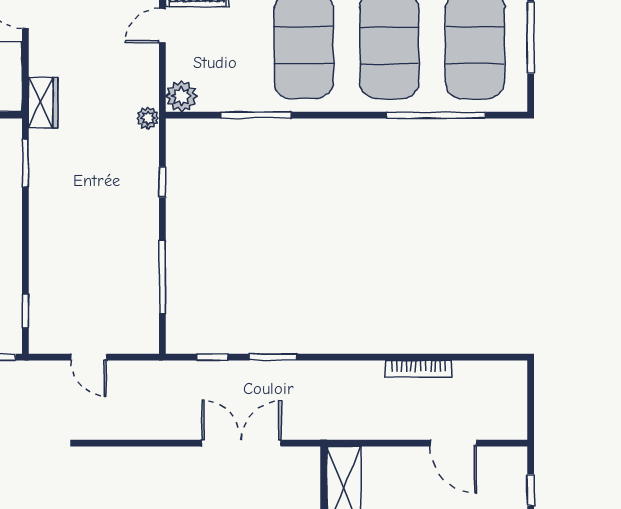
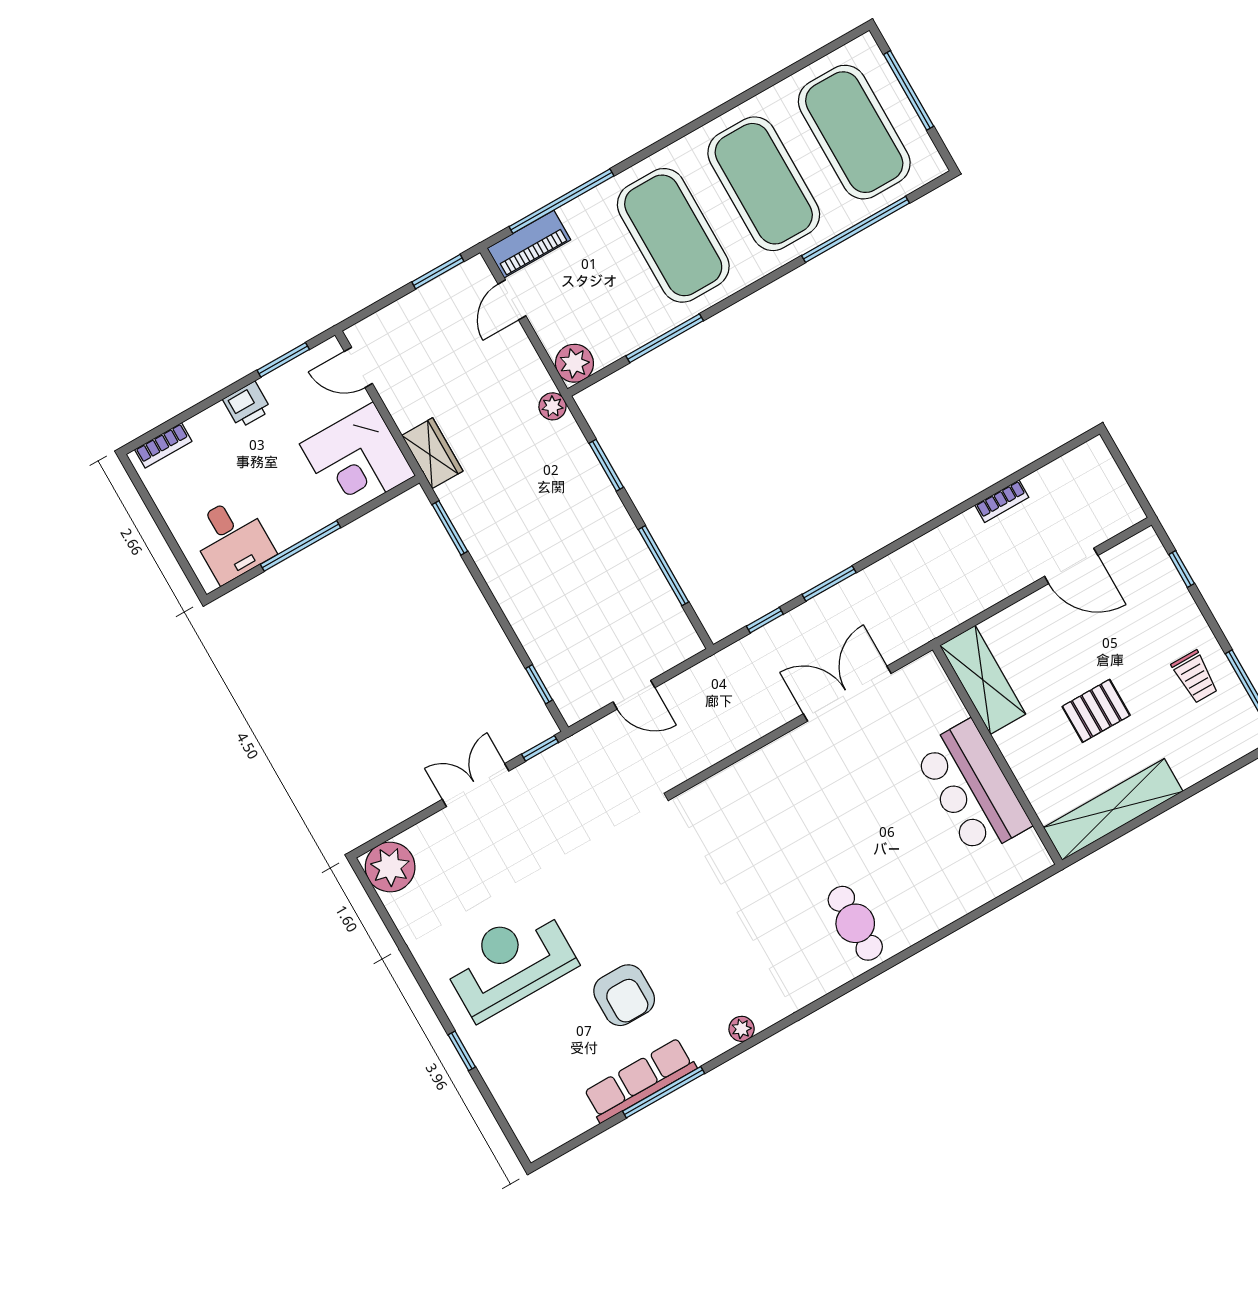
window: (162, 182) -> (606, 465), width x1.50
bookcase: (418, 369) -> (1002, 501), width x0.64

